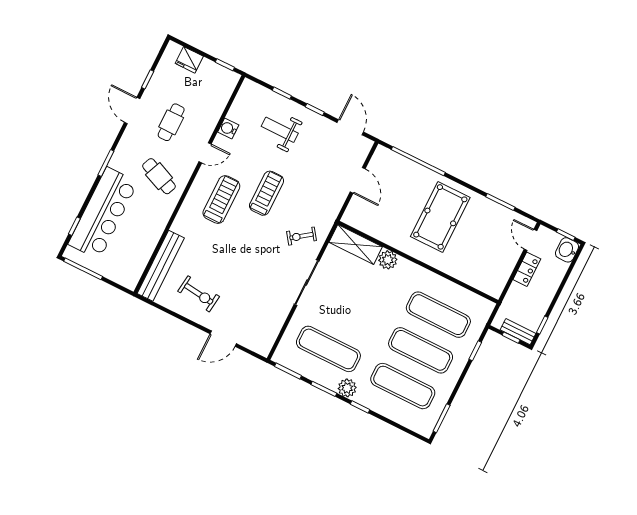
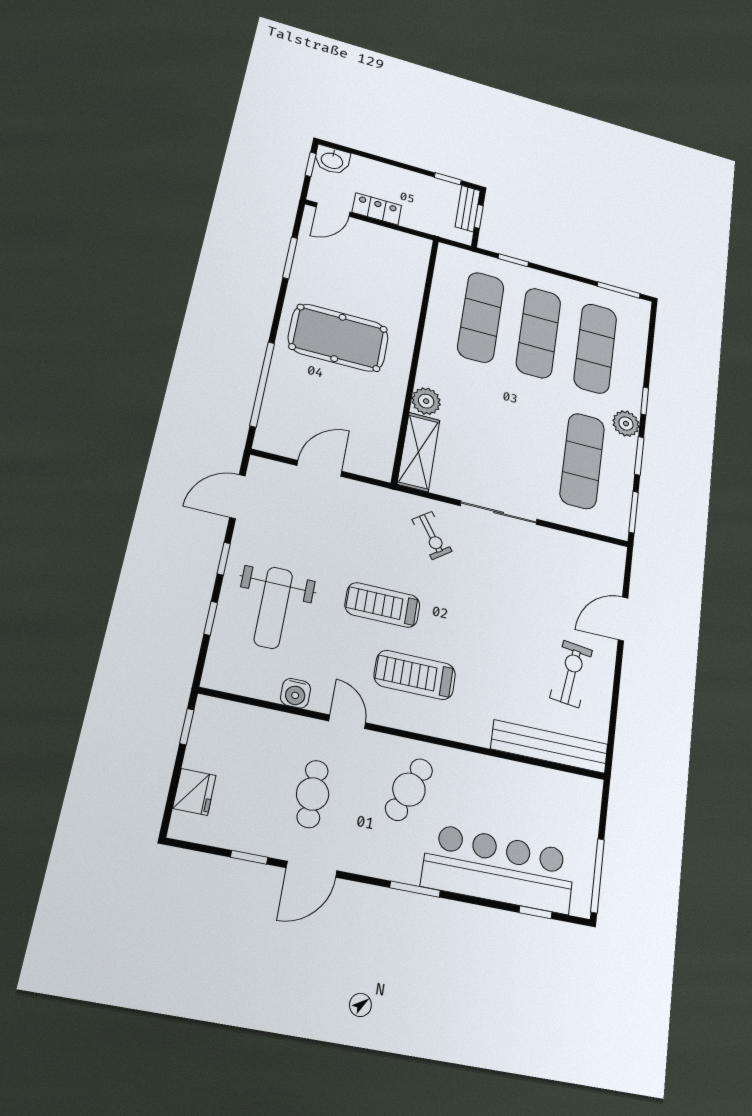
cafe table: (171, 122) -> (313, 794), turned 90
weight bench: (280, 130) -> (273, 608), width x1.36, depth x1.33
door: (223, 339) -> (623, 619), swing flipped

